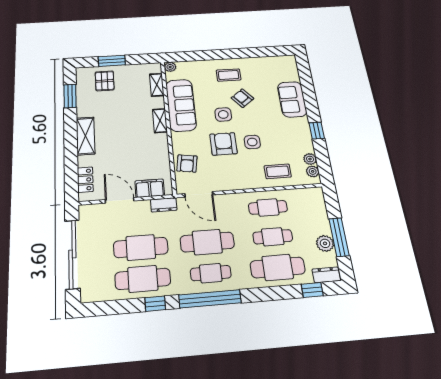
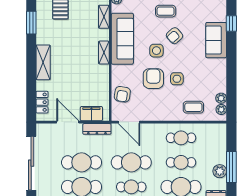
armchair: (242, 98) -> (174, 36), turned -93
window: (317, 131) -> (231, 24), moved
dresser: (164, 205) -> (97, 129), width x1.44

